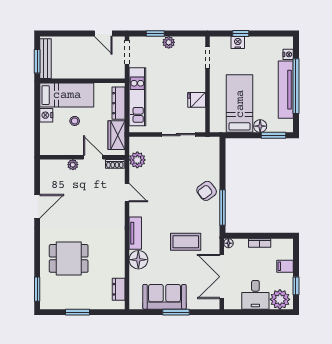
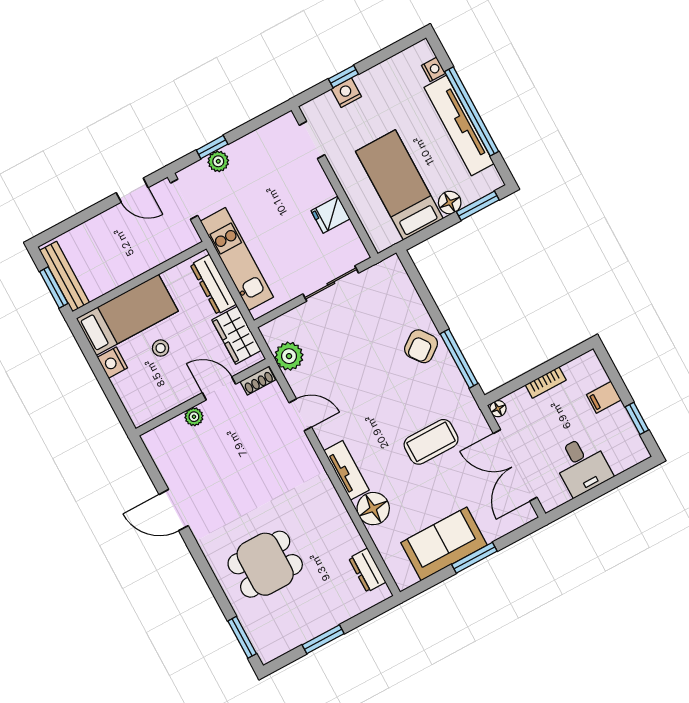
plant: (169, 42) -> (218, 161), moved
door: (37, 206) -> (174, 510), swing flipped
plant: (280, 299) -> (623, 452), removed

